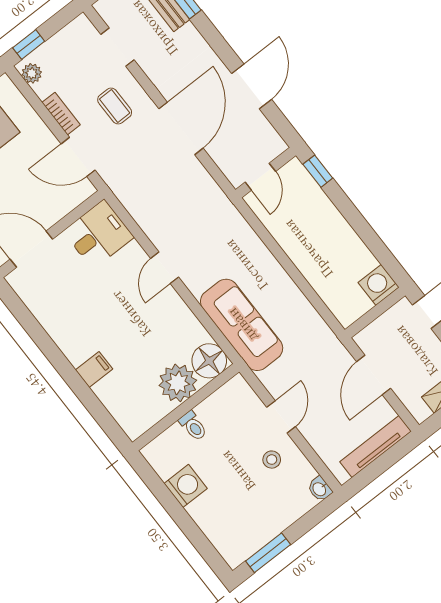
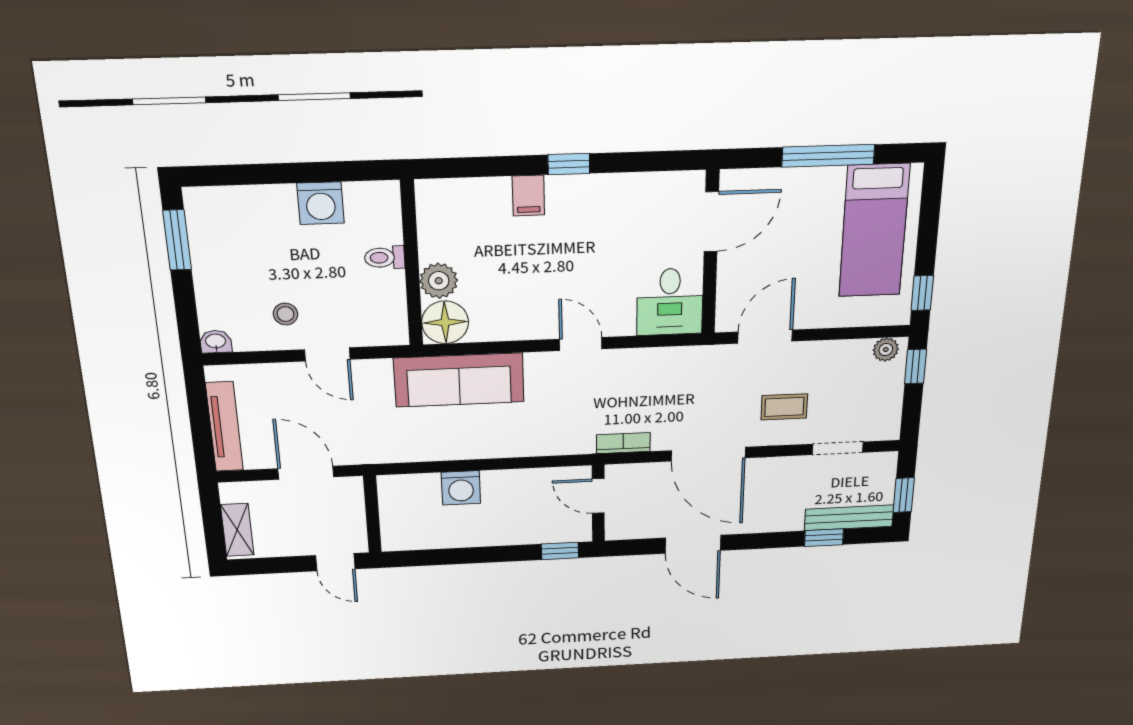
bookcase: (61, 114) -> (623, 443), moved, turned 180
washing machine: (379, 285) -> (461, 488), moved, turned 90
window: (58, 360) -> (569, 164), added
plant: (178, 383) -> (439, 281), width x0.73, depth x0.73

